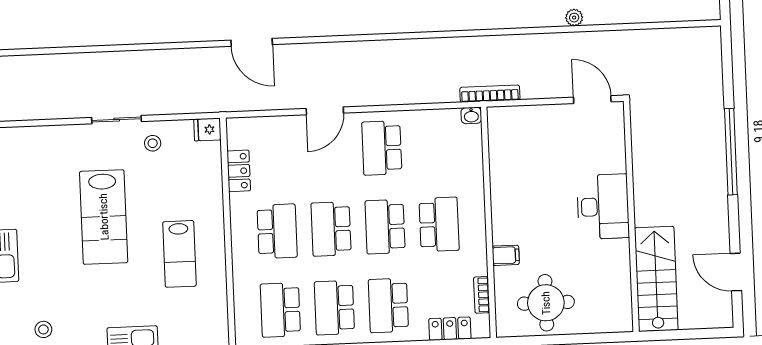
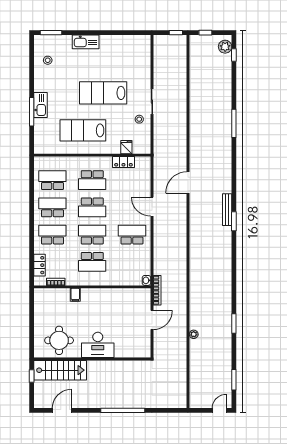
door: (252, 42) -> (188, 182), moved
door: (592, 100) -> (152, 320), moved
fridge: (207, 130) -> (126, 147), moved
school desk: (331, 229) -> (92, 207), turned 180
lab bench: (179, 254) -> (83, 130), width x1.36, depth x1.39
round table: (546, 303) -> (59, 340), moved
window: (670, 335) -> (32, 376), added

